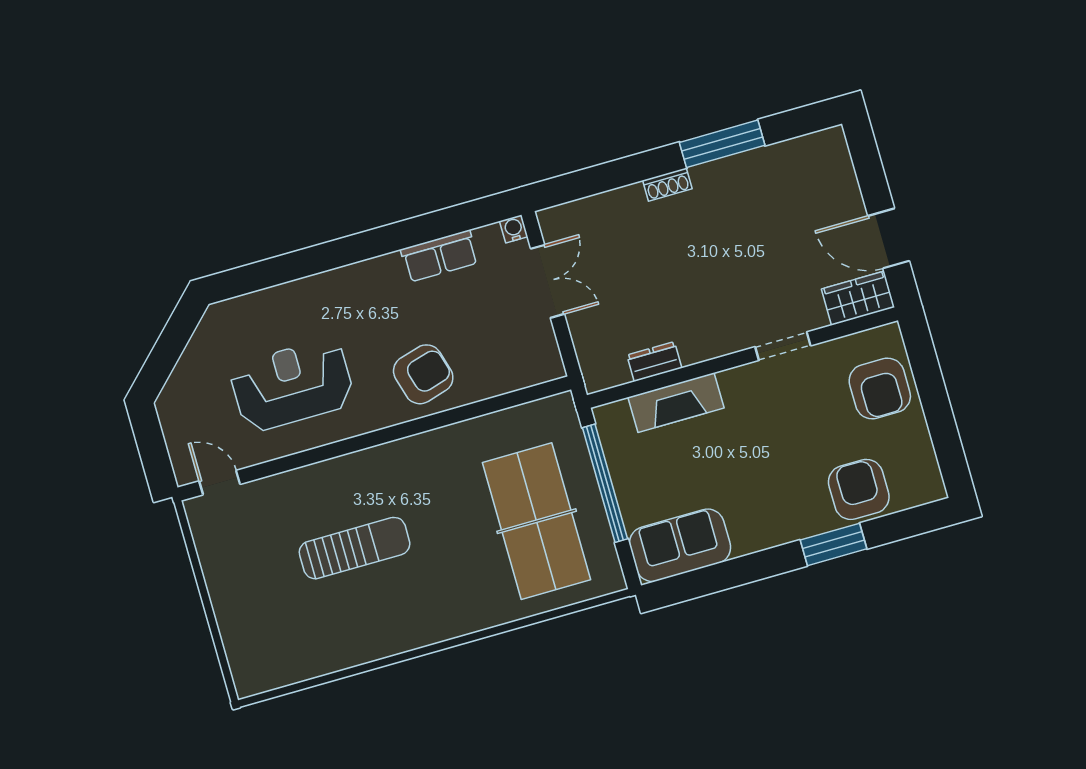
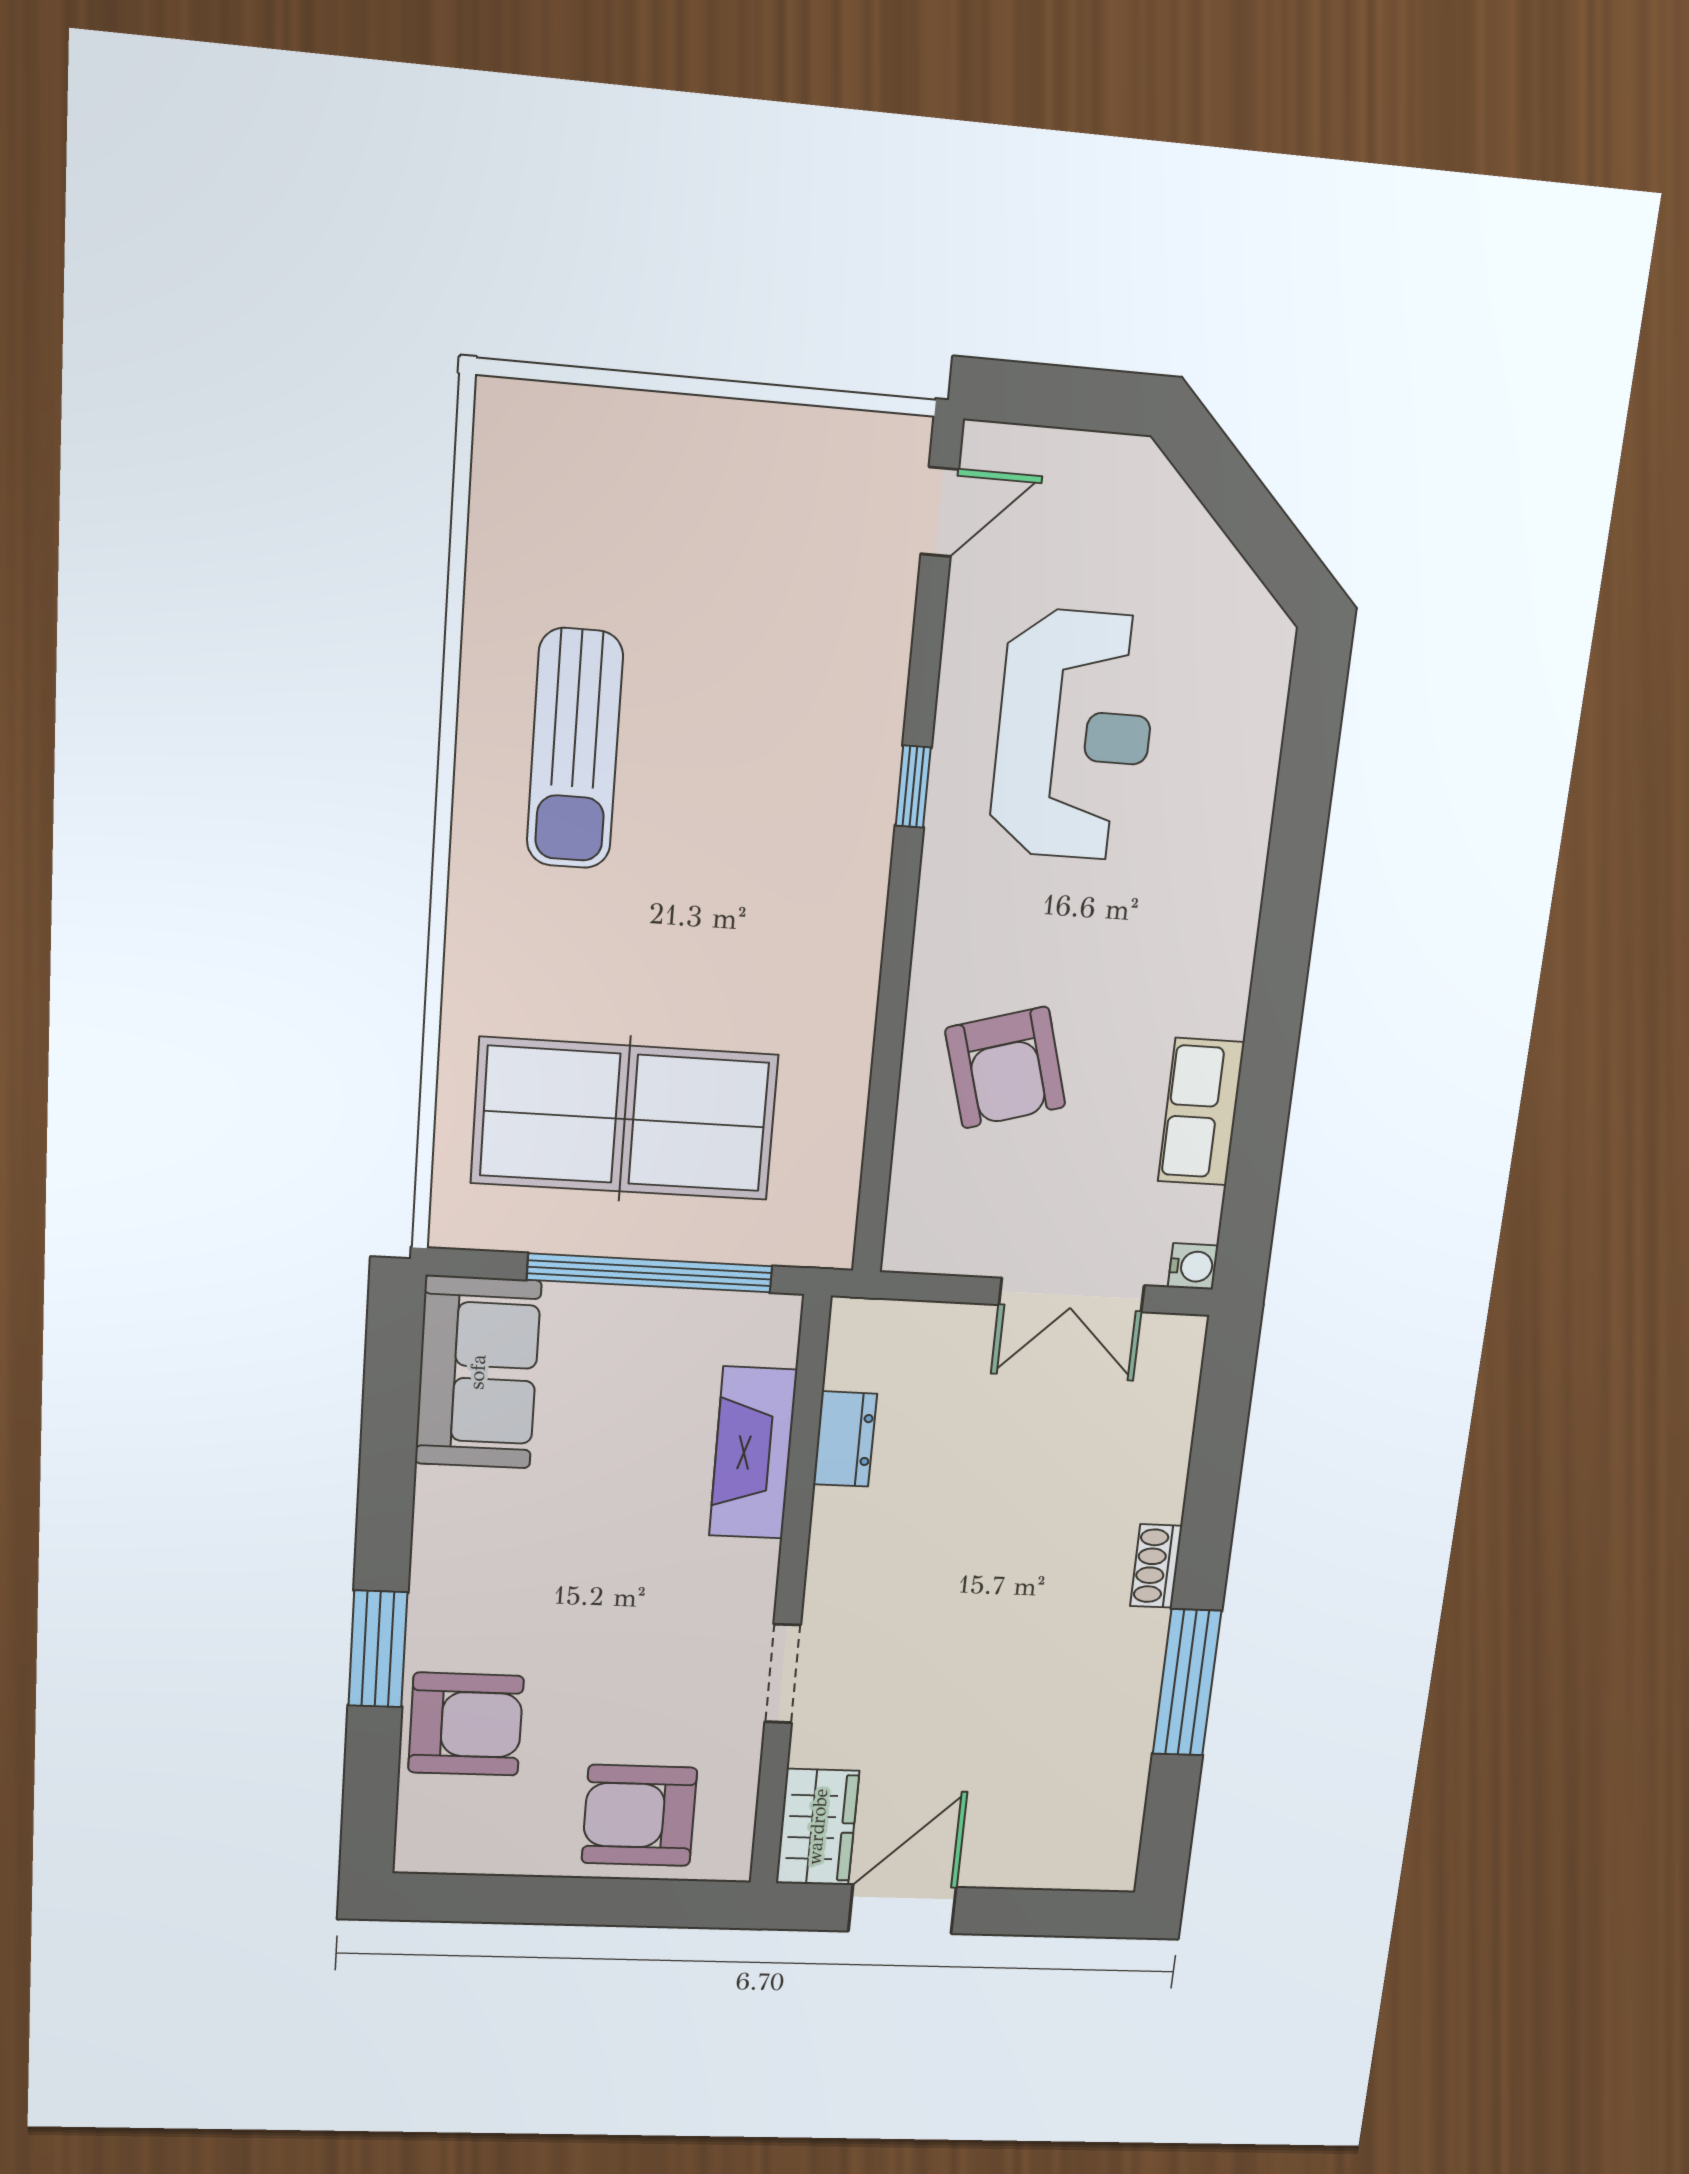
armchair: (423, 374) -> (1005, 1068), moved
window: (341, 448) -> (913, 787), added
sun lounger: (355, 548) -> (575, 749), moved

